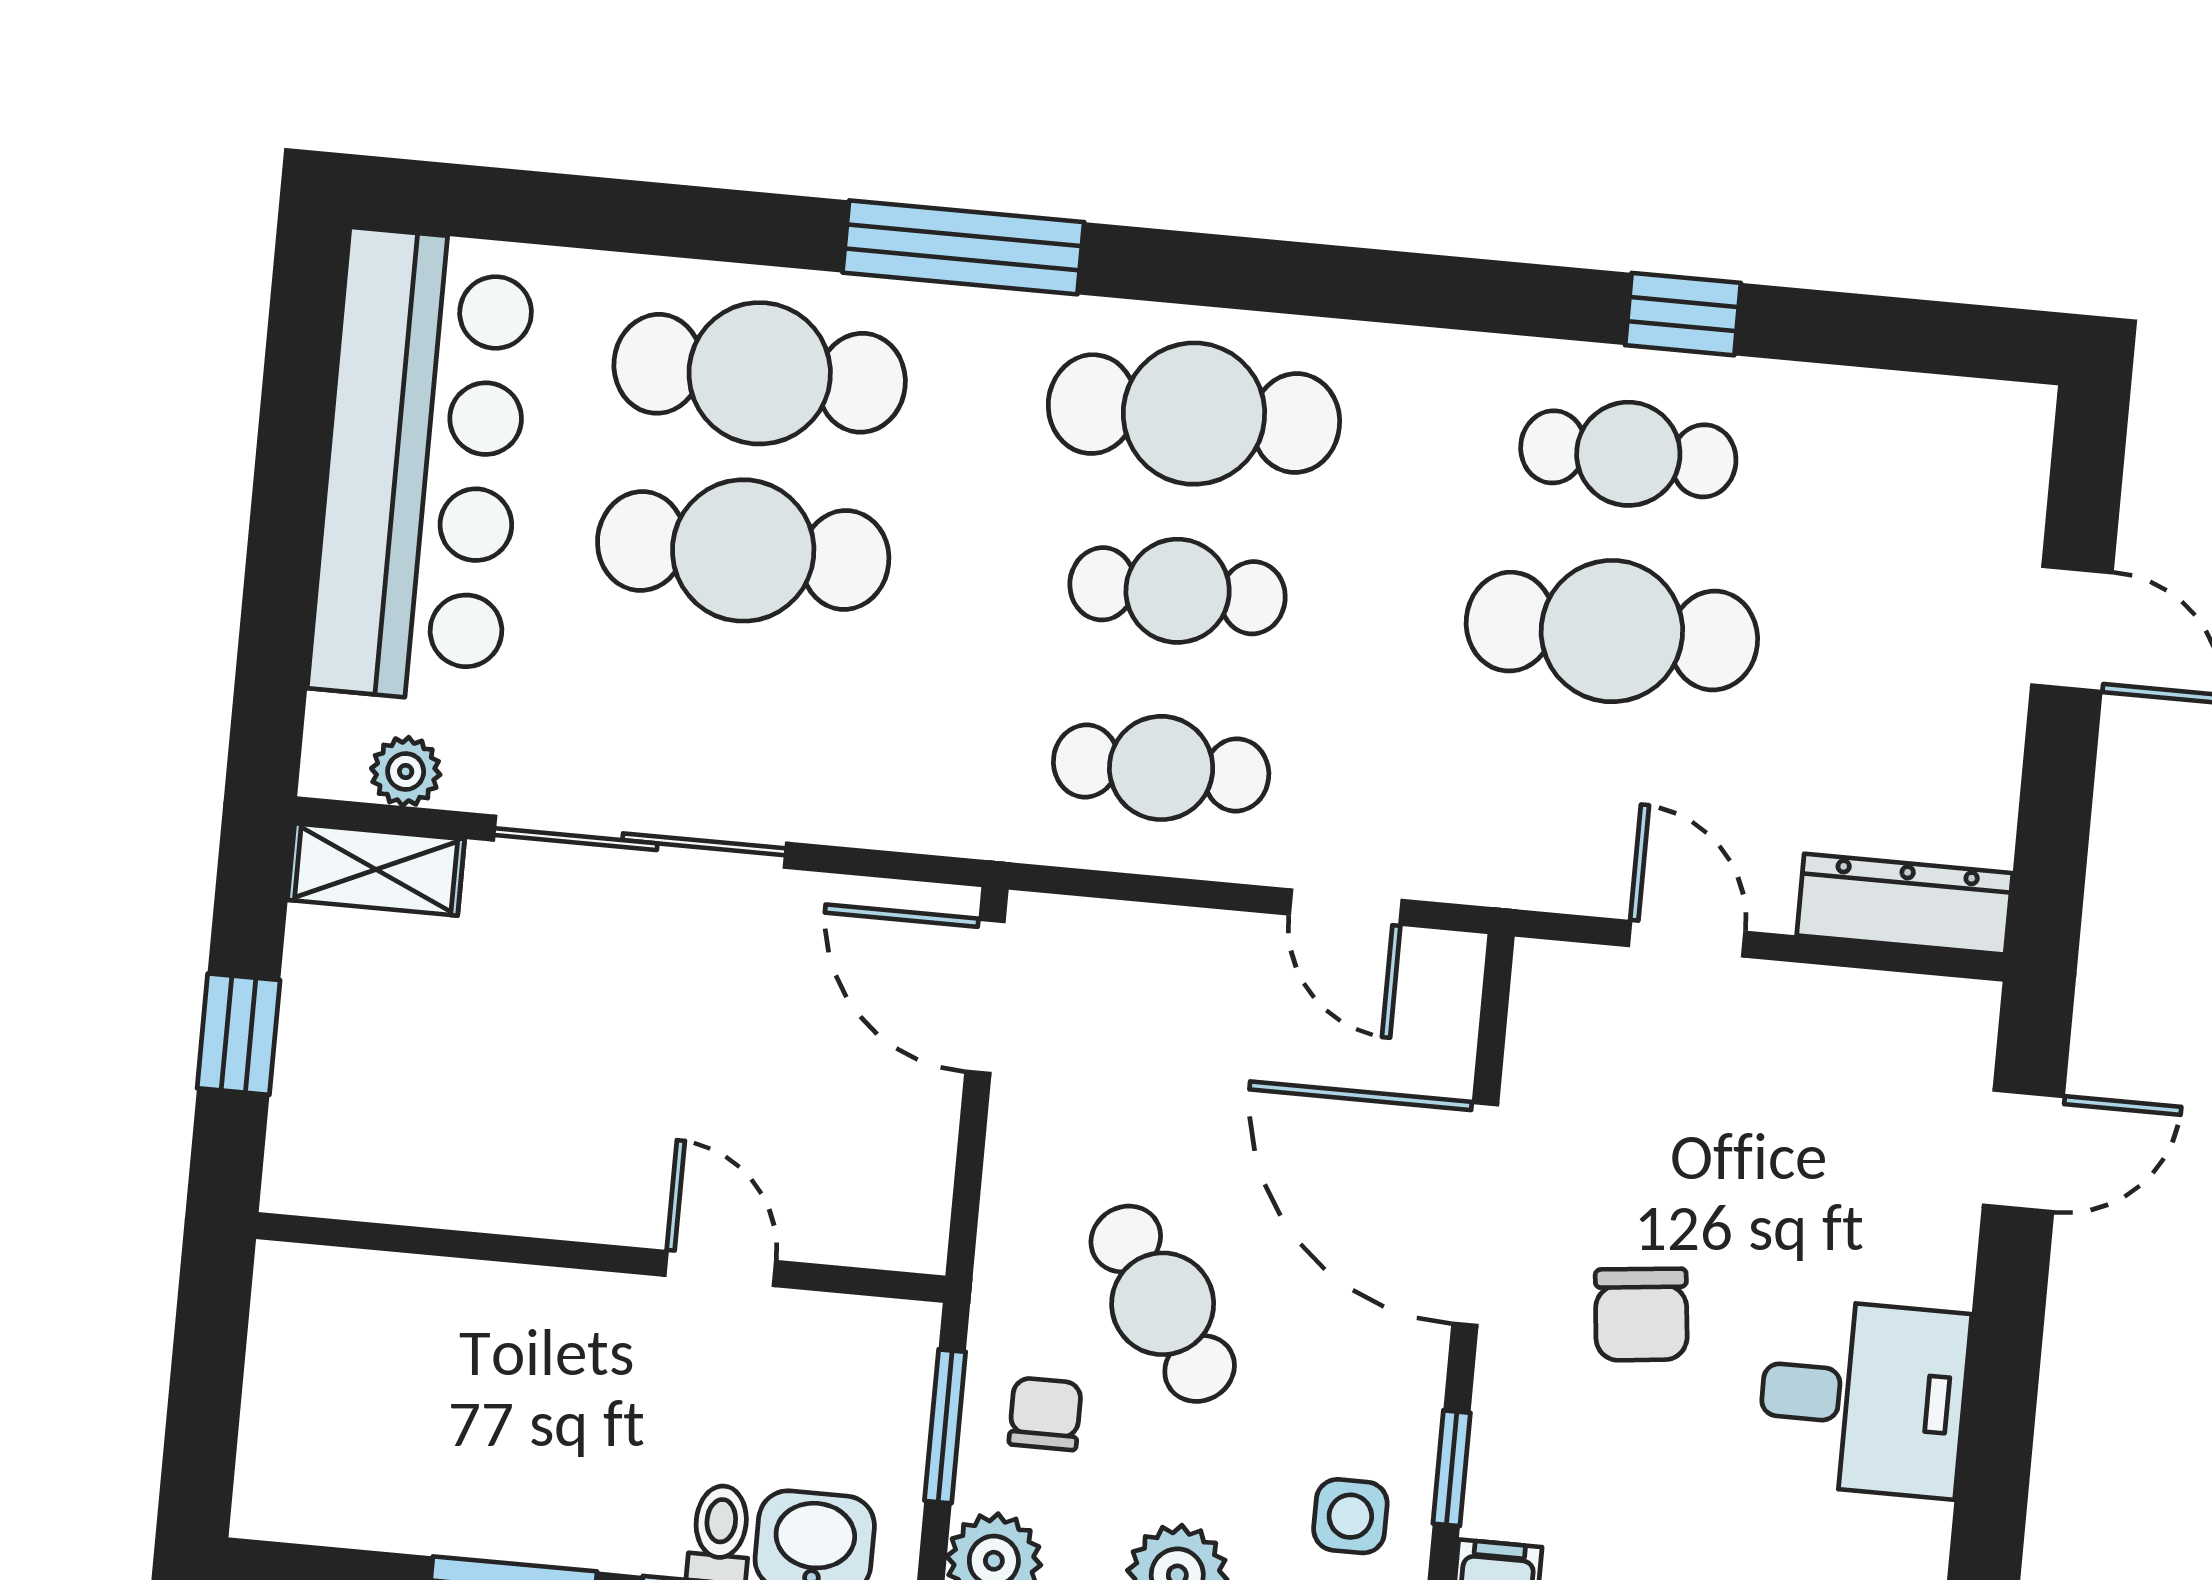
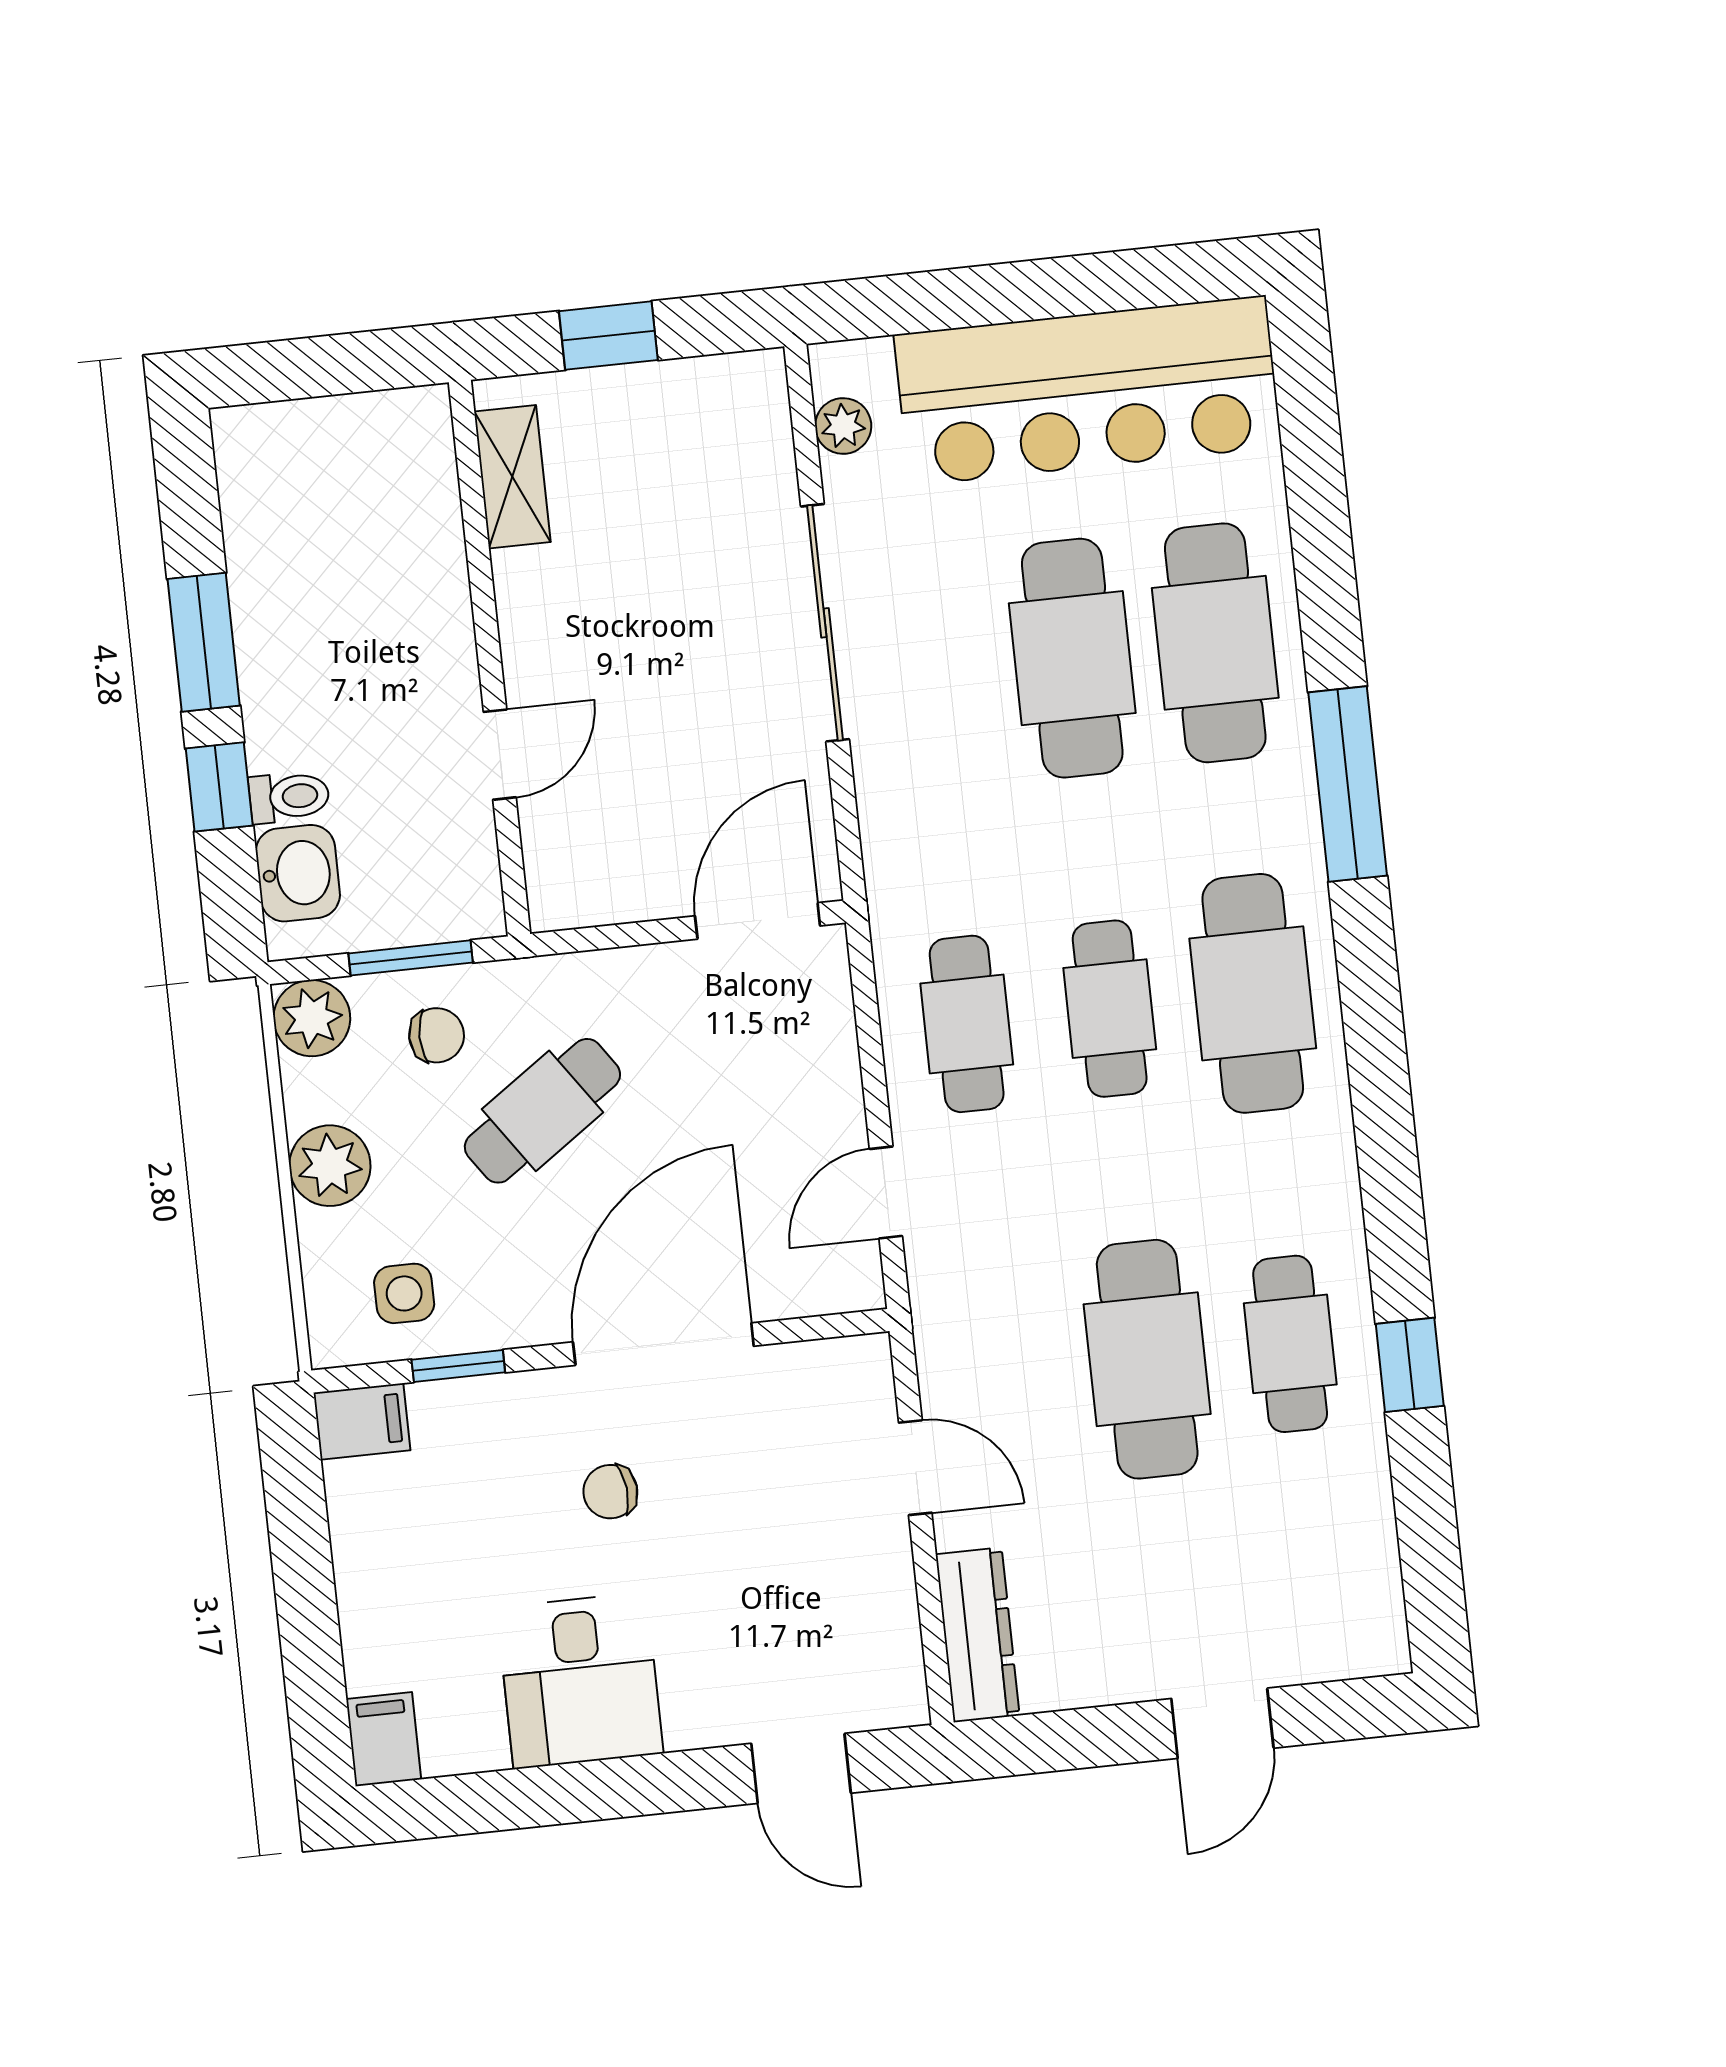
shelving: (376, 869) -> (512, 477), moved
door: (1687, 939) -> (915, 1468), hinge flipped
chair: (1641, 1315) -> (610, 1492), width x0.73, depth x0.73

